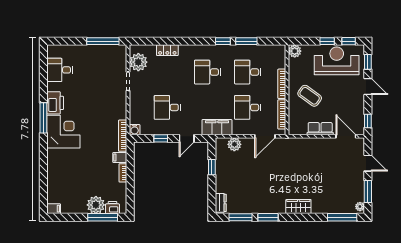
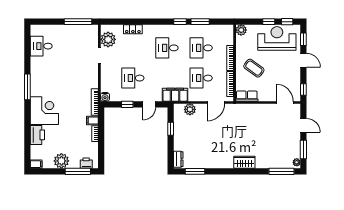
printer: (55, 103) -> (37, 135), moved
row of seats: (320, 129) -> (247, 96), moved
corner desk: (63, 132) -> (44, 111), moved
plant: (96, 205) -> (61, 161), moved
window: (268, 217) -> (218, 171), removed

